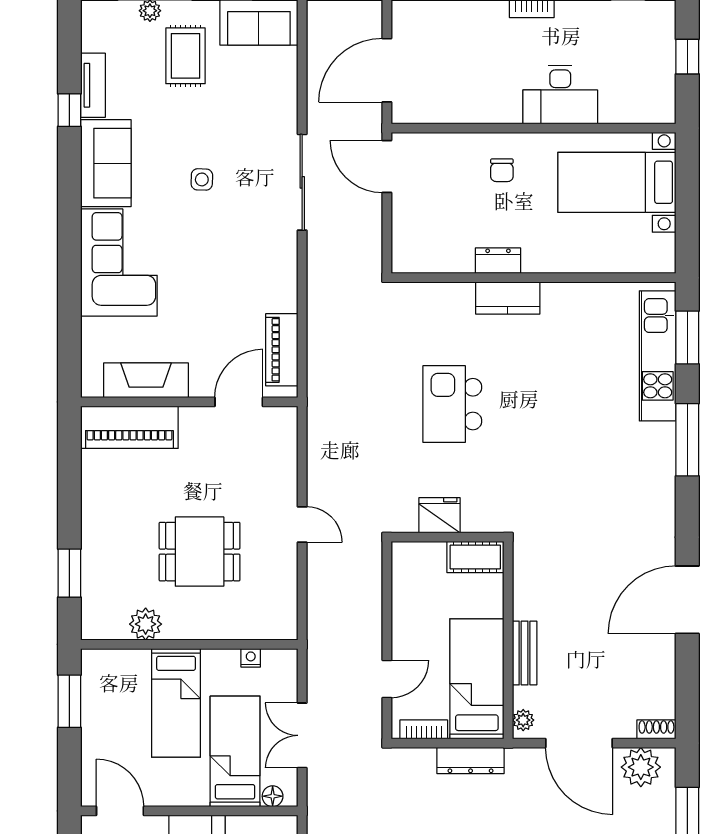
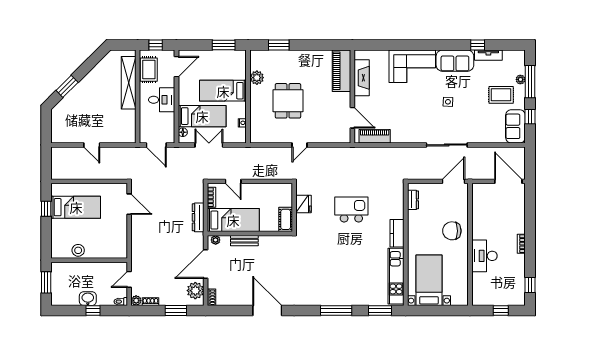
door: (387, 70) -> (508, 181), moved
chair: (502, 170) -> (452, 231), width x1.87, depth x1.87
bed with nightstands: (617, 182) -> (429, 280), moved
dresser: (498, 261) -> (413, 200), moved
kitchen unit: (658, 356) -> (396, 276), moved, turned -90

